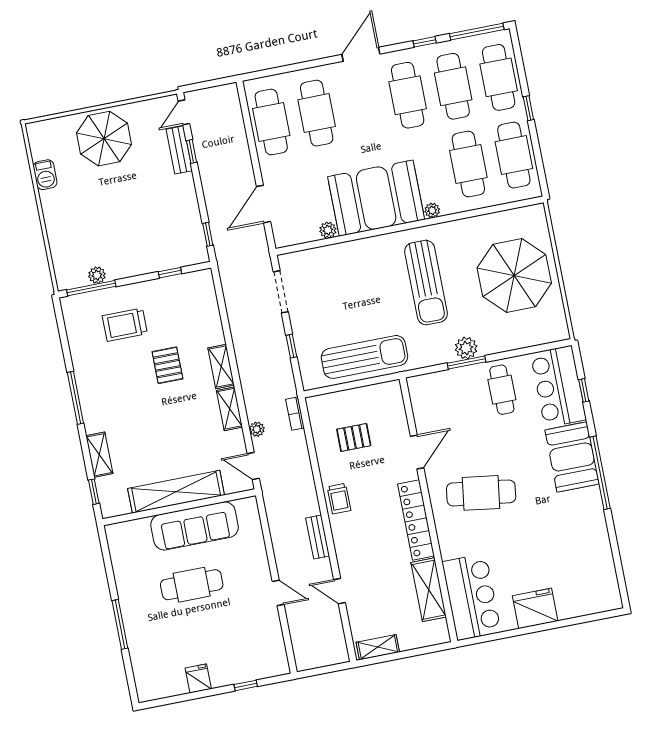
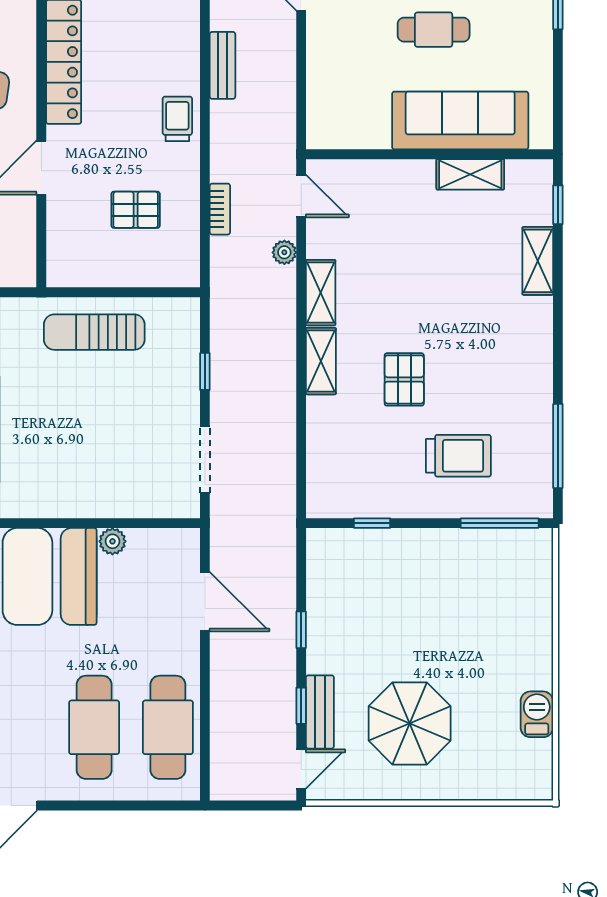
parasol: (104, 139) -> (410, 723), moved
door: (264, 204) -> (205, 602), hinge flipped
window: (208, 234) -> (301, 630), moved
plant: (97, 275) -> (487, 542), removed
sun lounger: (364, 357) -> (94, 332), width x0.73, depth x0.75
window: (75, 398) -> (558, 446), moved
bookcase: (295, 414) -> (220, 209), moved
shelving: (176, 492) -> (470, 174), width x0.45, depth x0.75
sofa: (195, 526) -> (460, 120), moved
cafe table: (192, 585) -> (434, 30), width x0.73, depth x0.74

